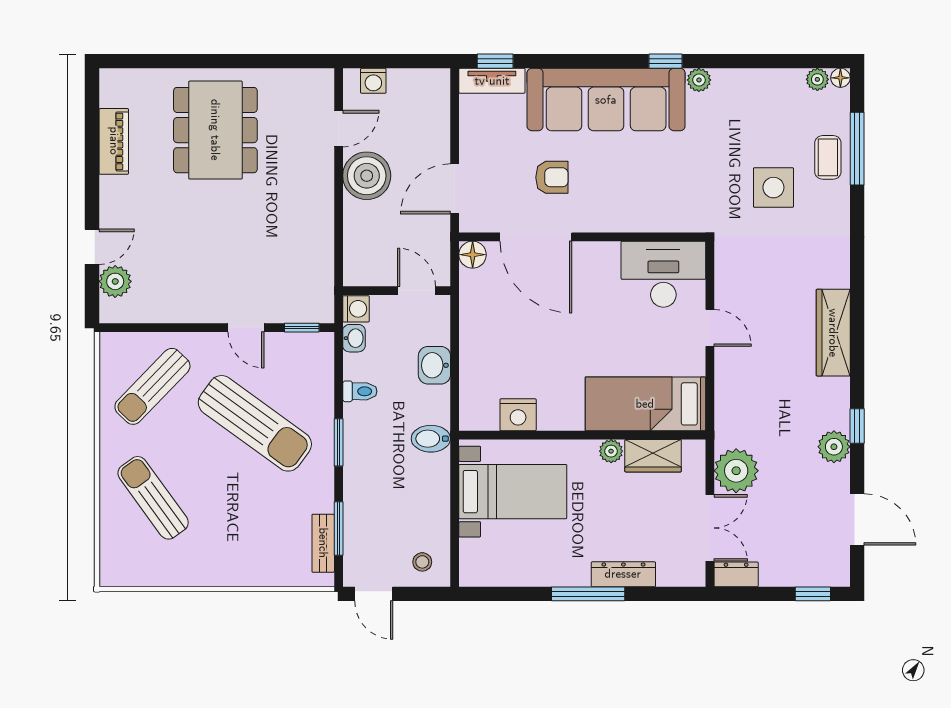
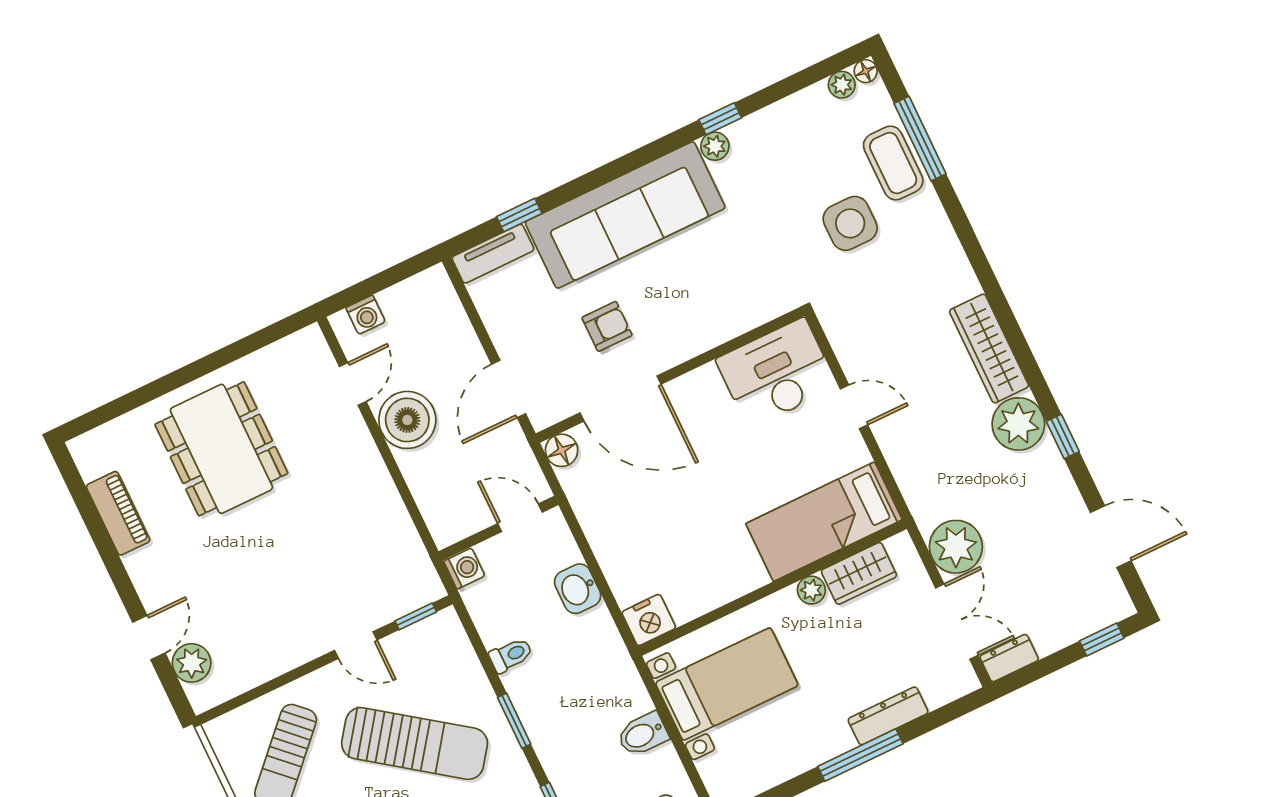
window: (495, 61) -> (519, 215), moved
window: (666, 61) -> (720, 119), moved
coffee table: (828, 157) -> (893, 163), width x1.36, depth x1.30
washbasin: (354, 338) -> (477, 601), removed
nightstand: (518, 415) -> (649, 620), moved
bidet: (431, 439) -> (643, 734), moved
plant: (834, 447) -> (1018, 424), moved, width x1.36, depth x1.36

